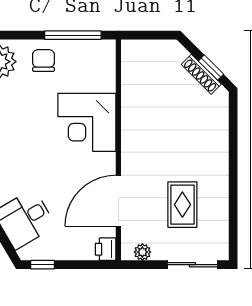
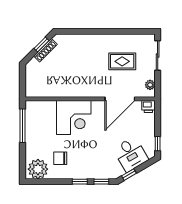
chair: (43, 61) -> (60, 158), moved
door: (118, 201) -> (120, 99), hinge flipped

